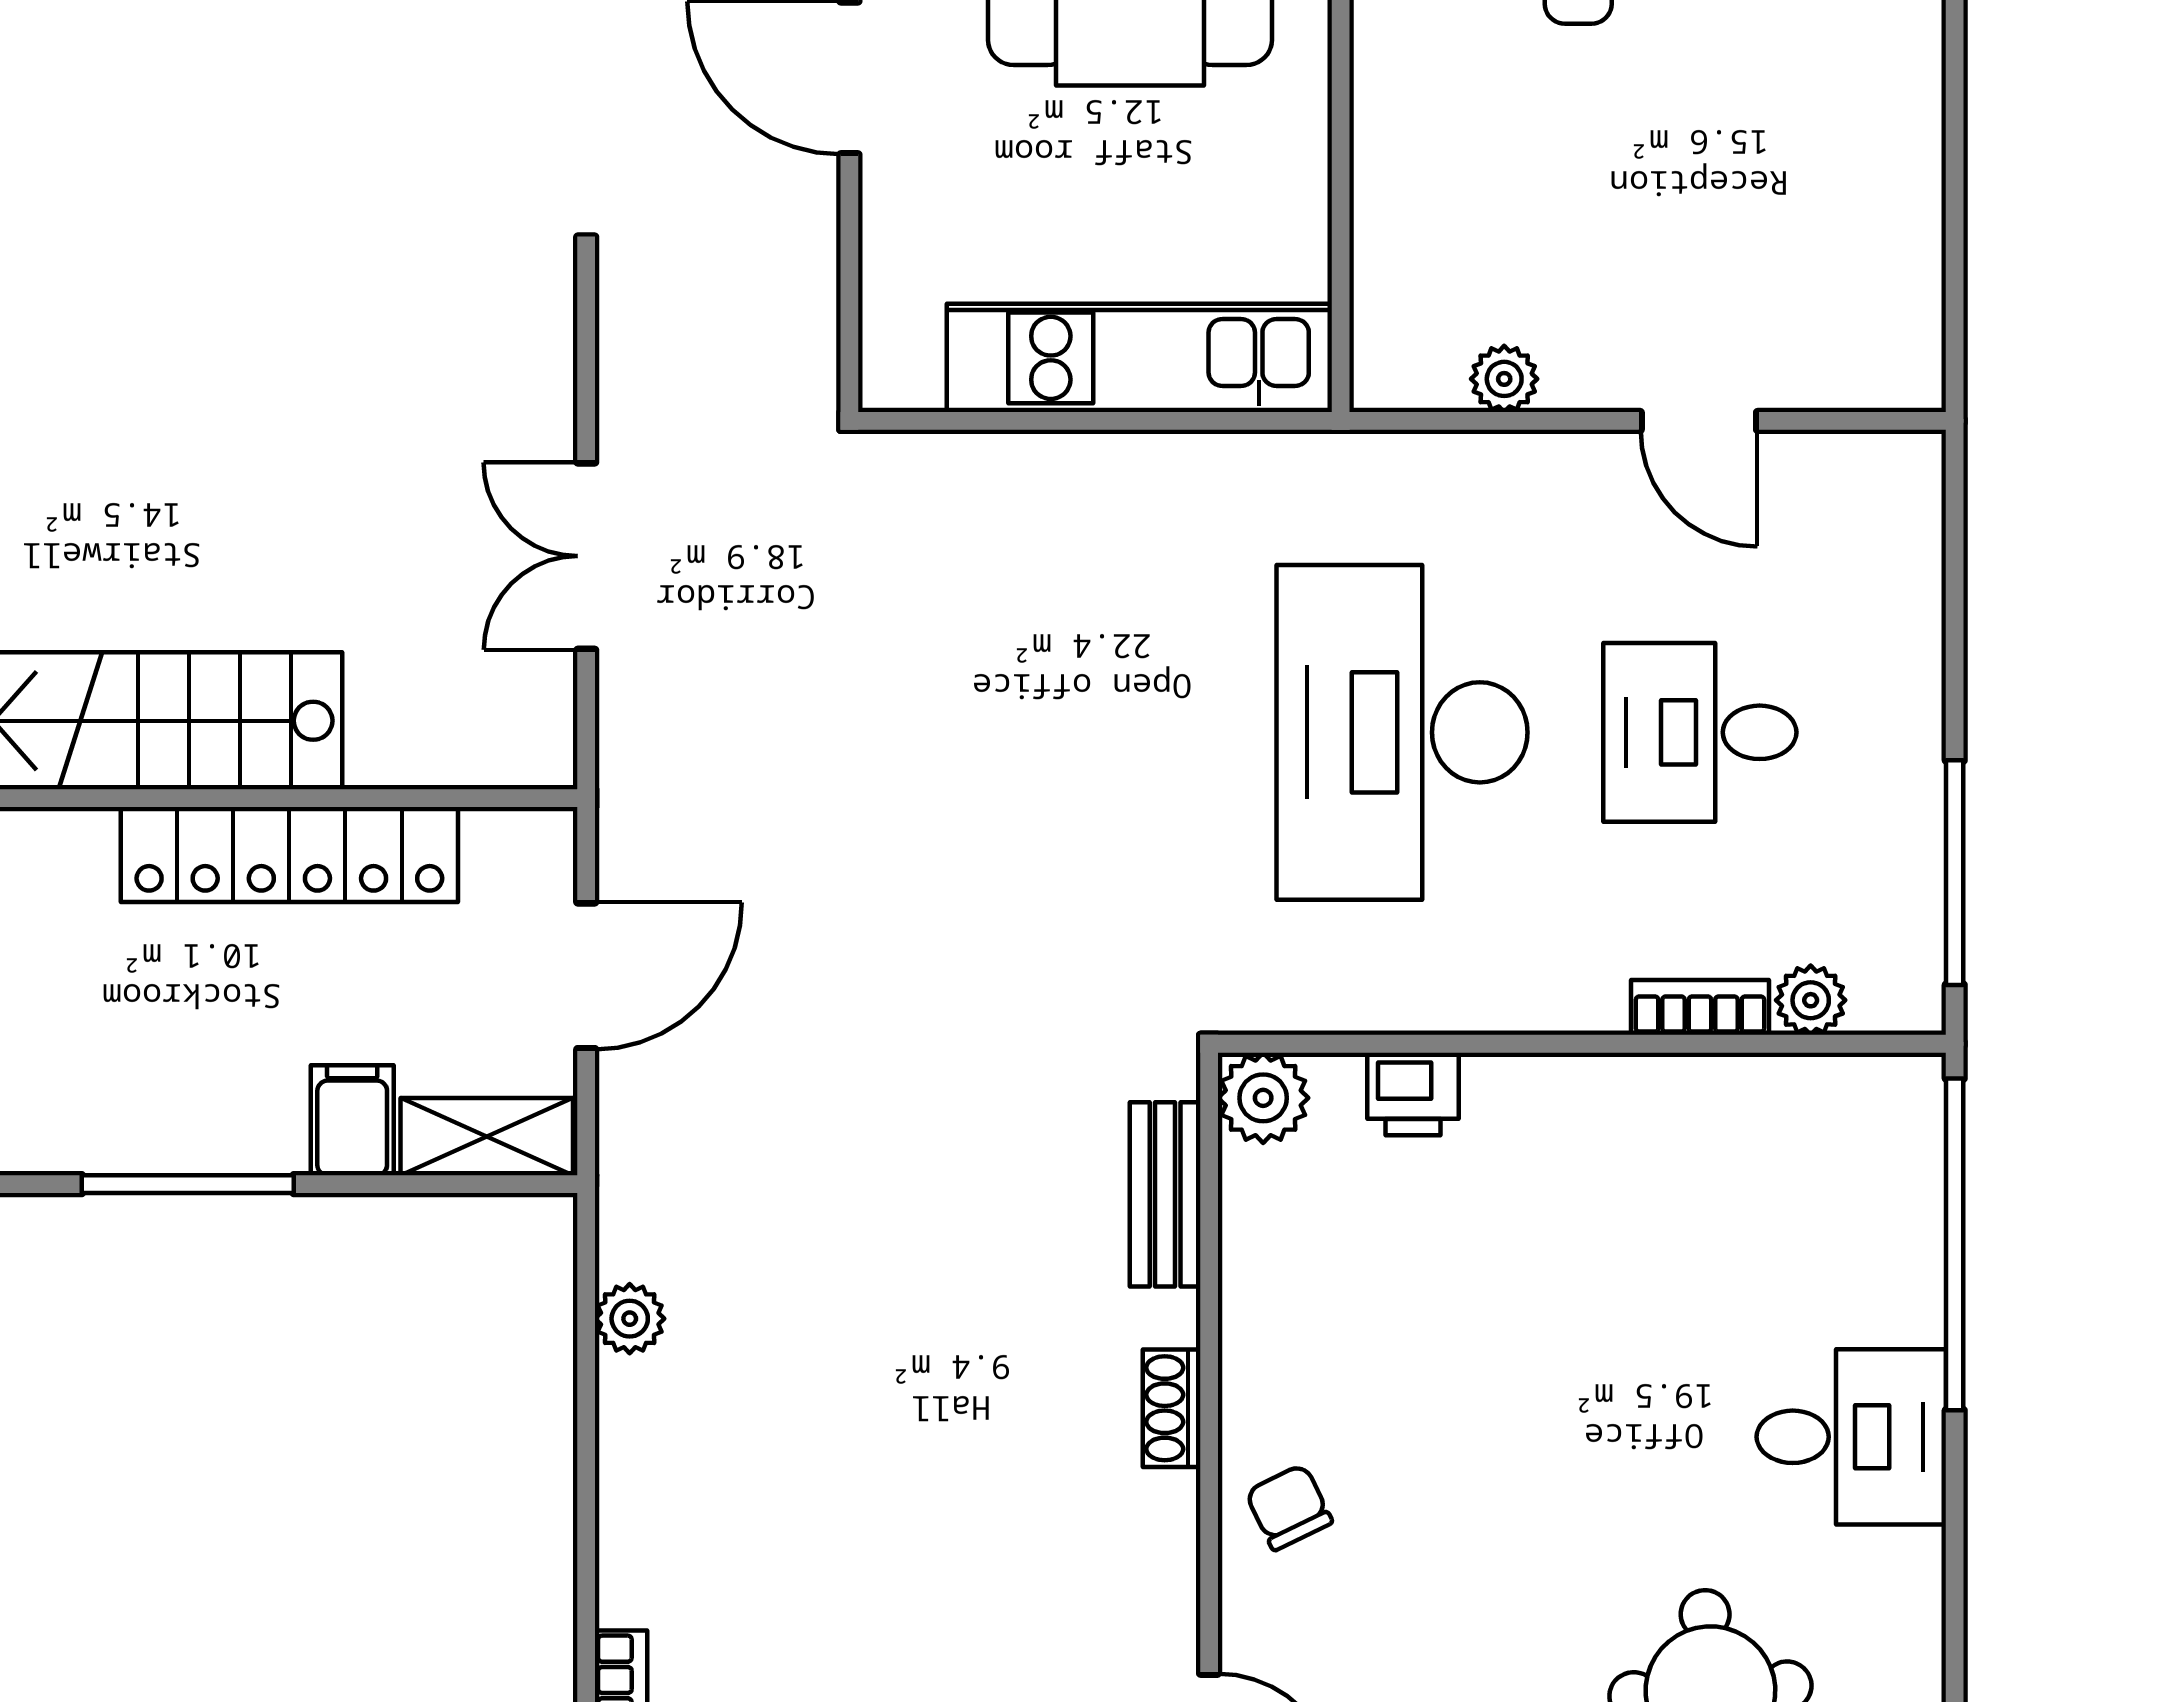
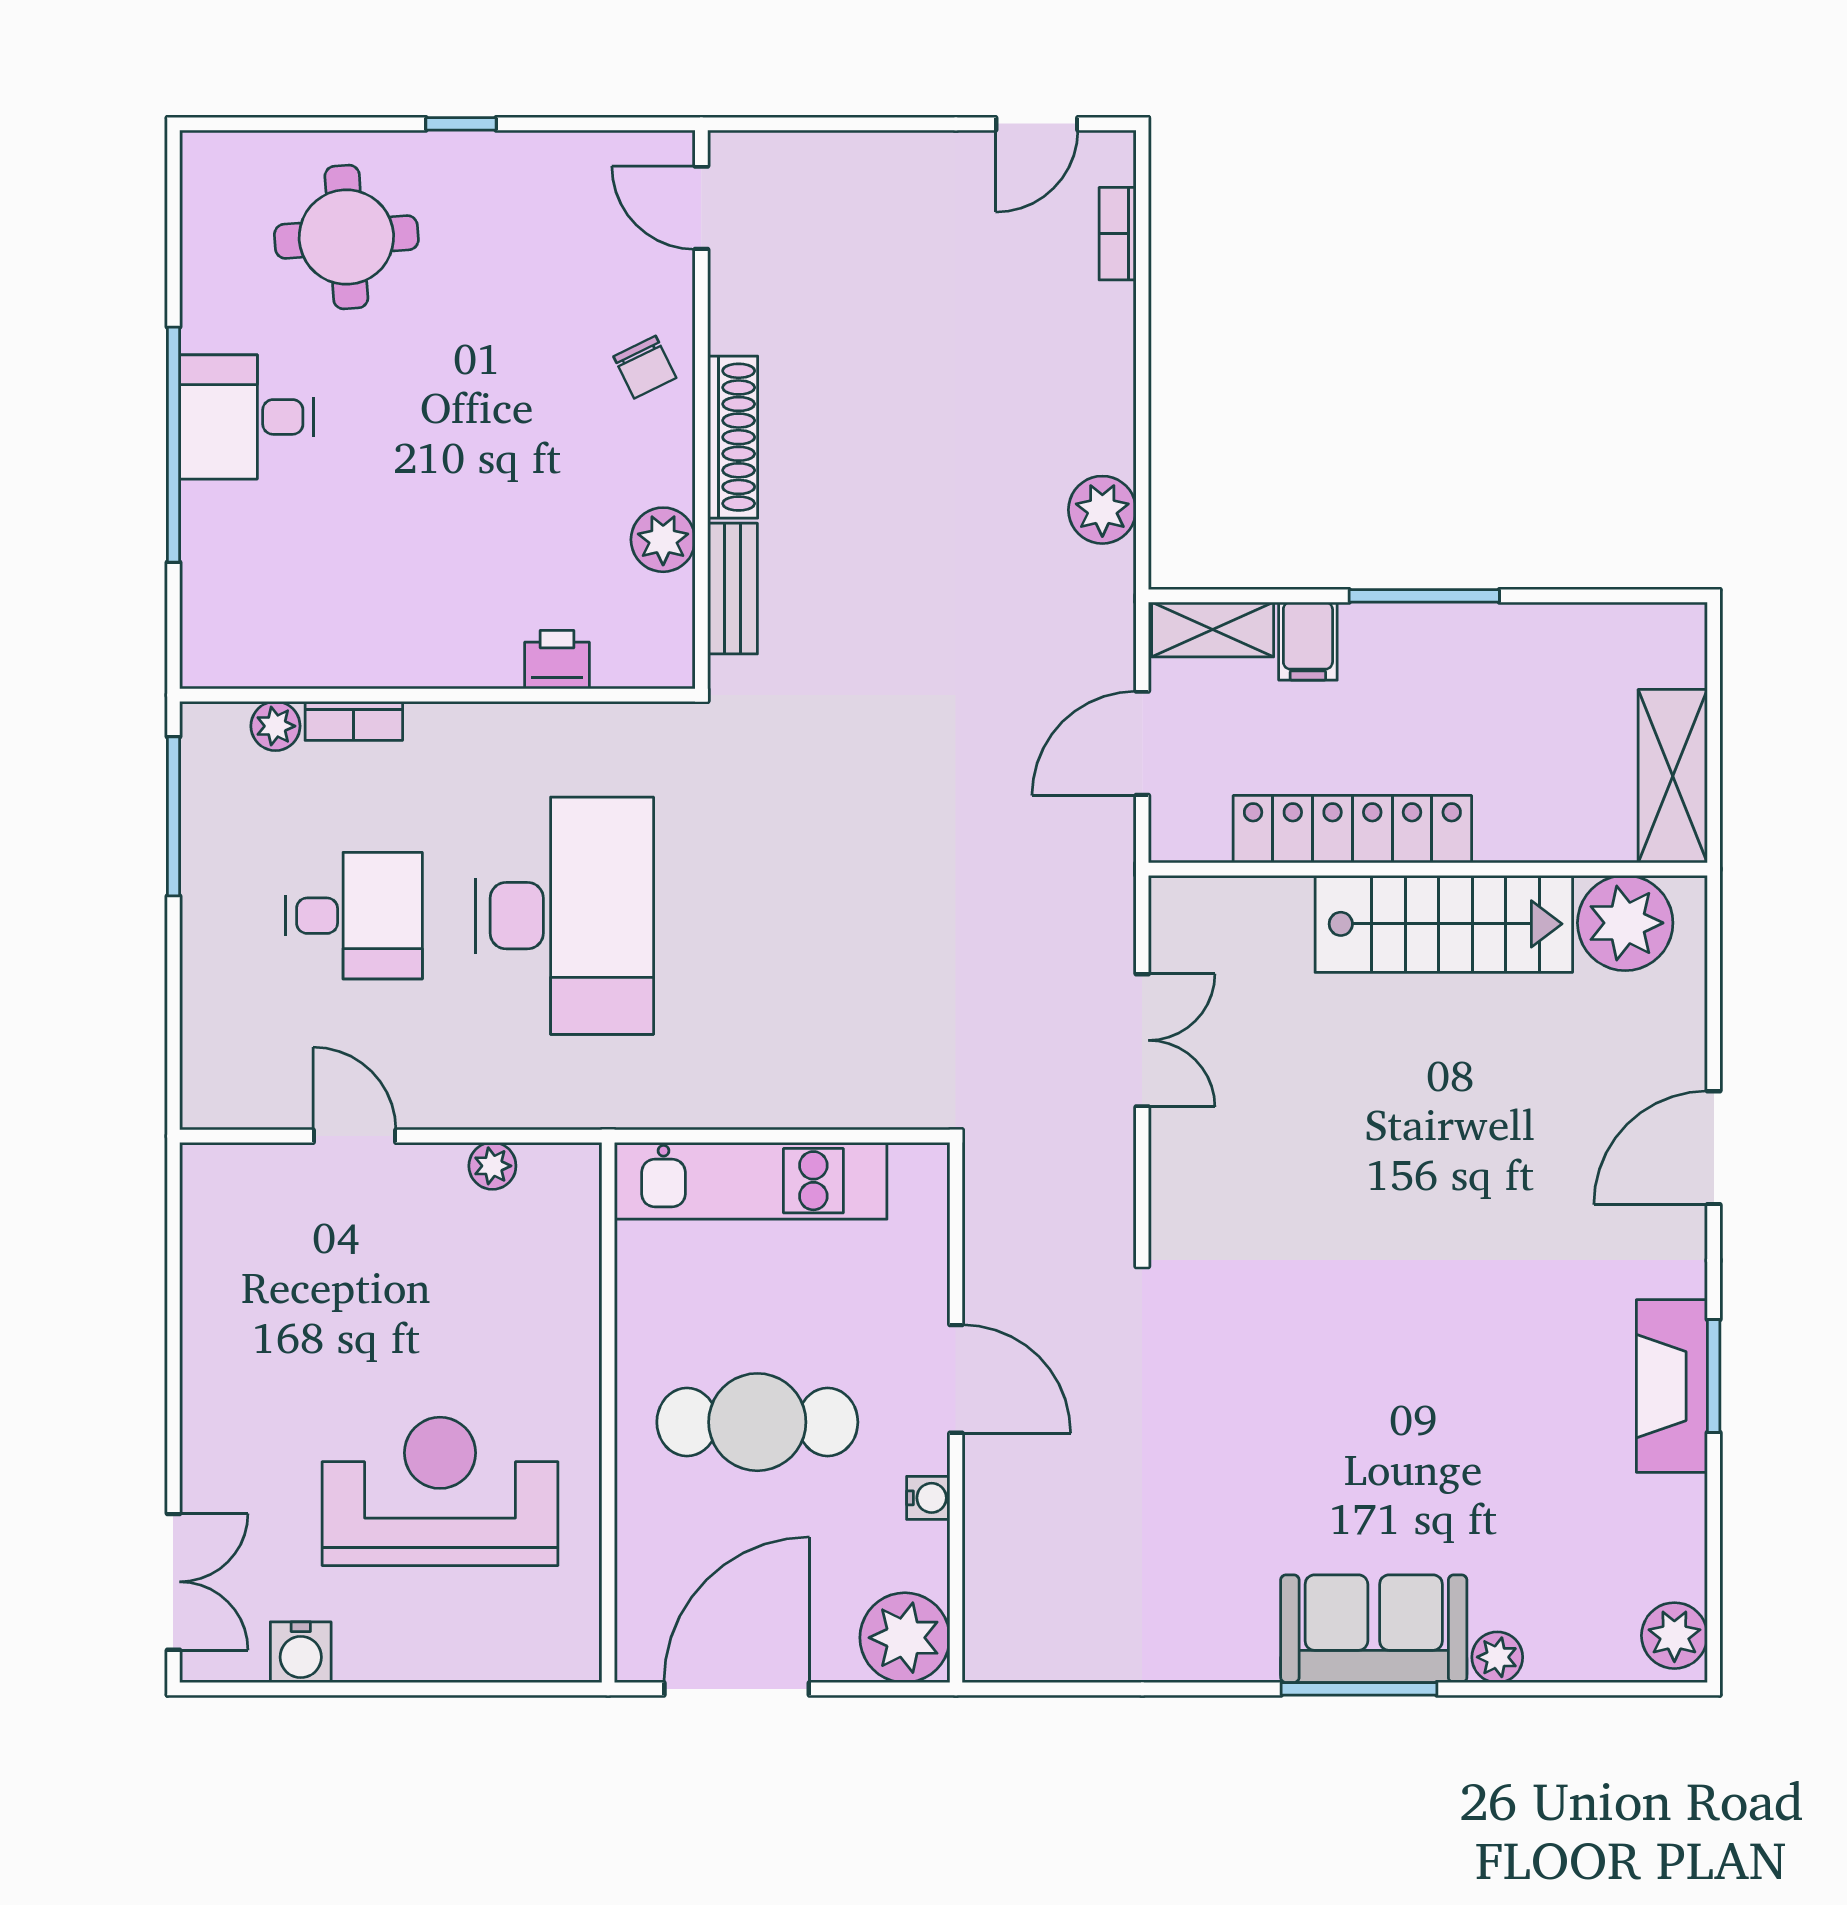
plant: (1263, 1098) -> (663, 540), moved
window: (1955, 1244) -> (173, 445), moved
plant: (630, 1319) -> (1102, 510), width x1.38, depth x1.38
shoe rack: (1172, 1408) -> (733, 437), width x1.94, depth x1.24

